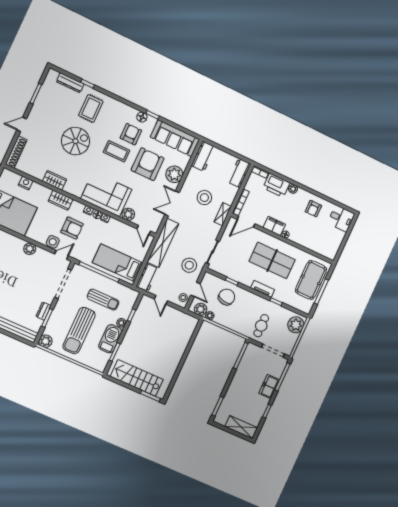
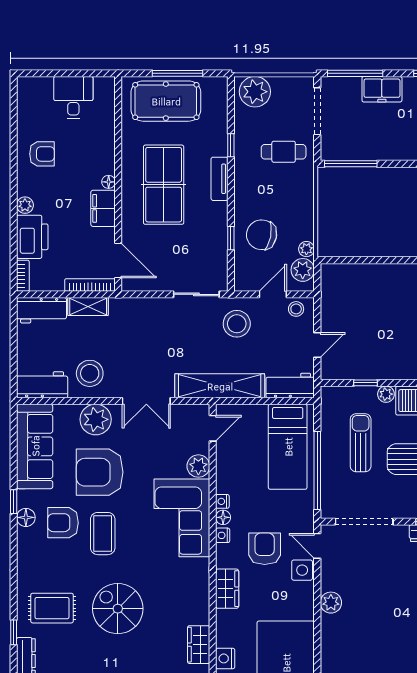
wardrobe: (55, 180) -> (199, 645), moved
stool: (204, 198) -> (90, 373), moved
shelving: (223, 214) -> (88, 307), moved
desk: (341, 218) -> (73, 97), moved

